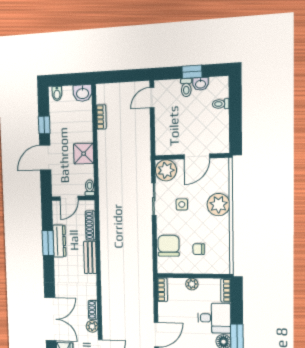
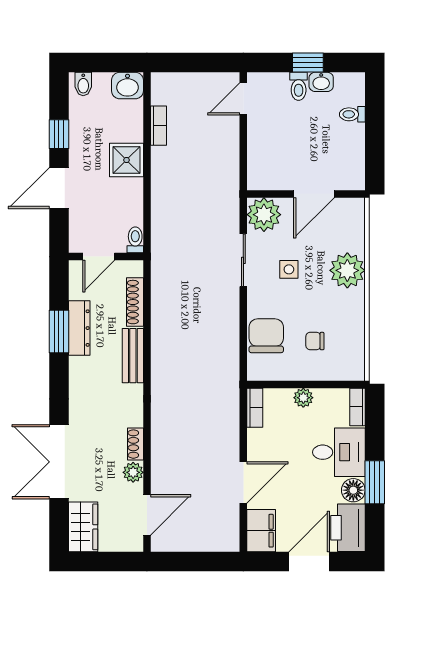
shower: (84, 154) -> (126, 160), moved
double door: (50, 319) -> (59, 462), swing flipped

